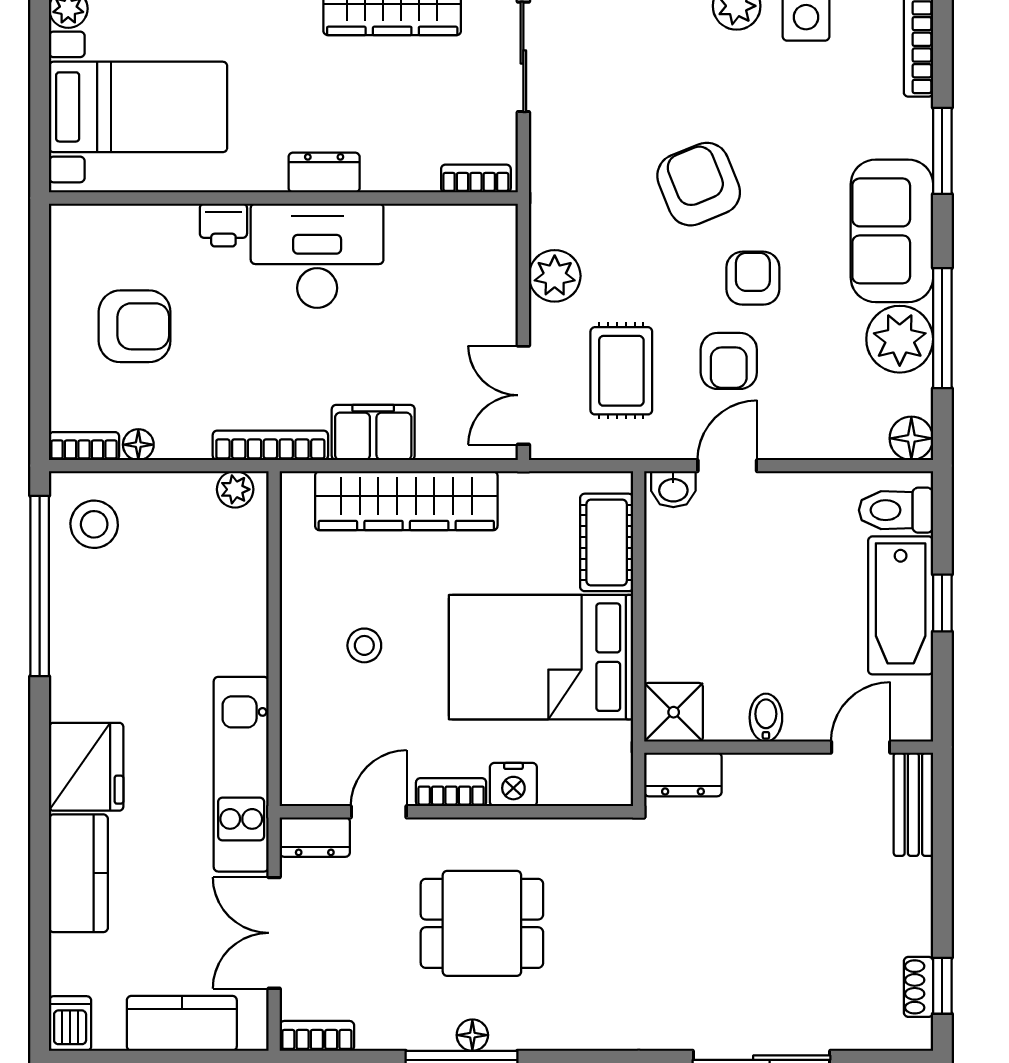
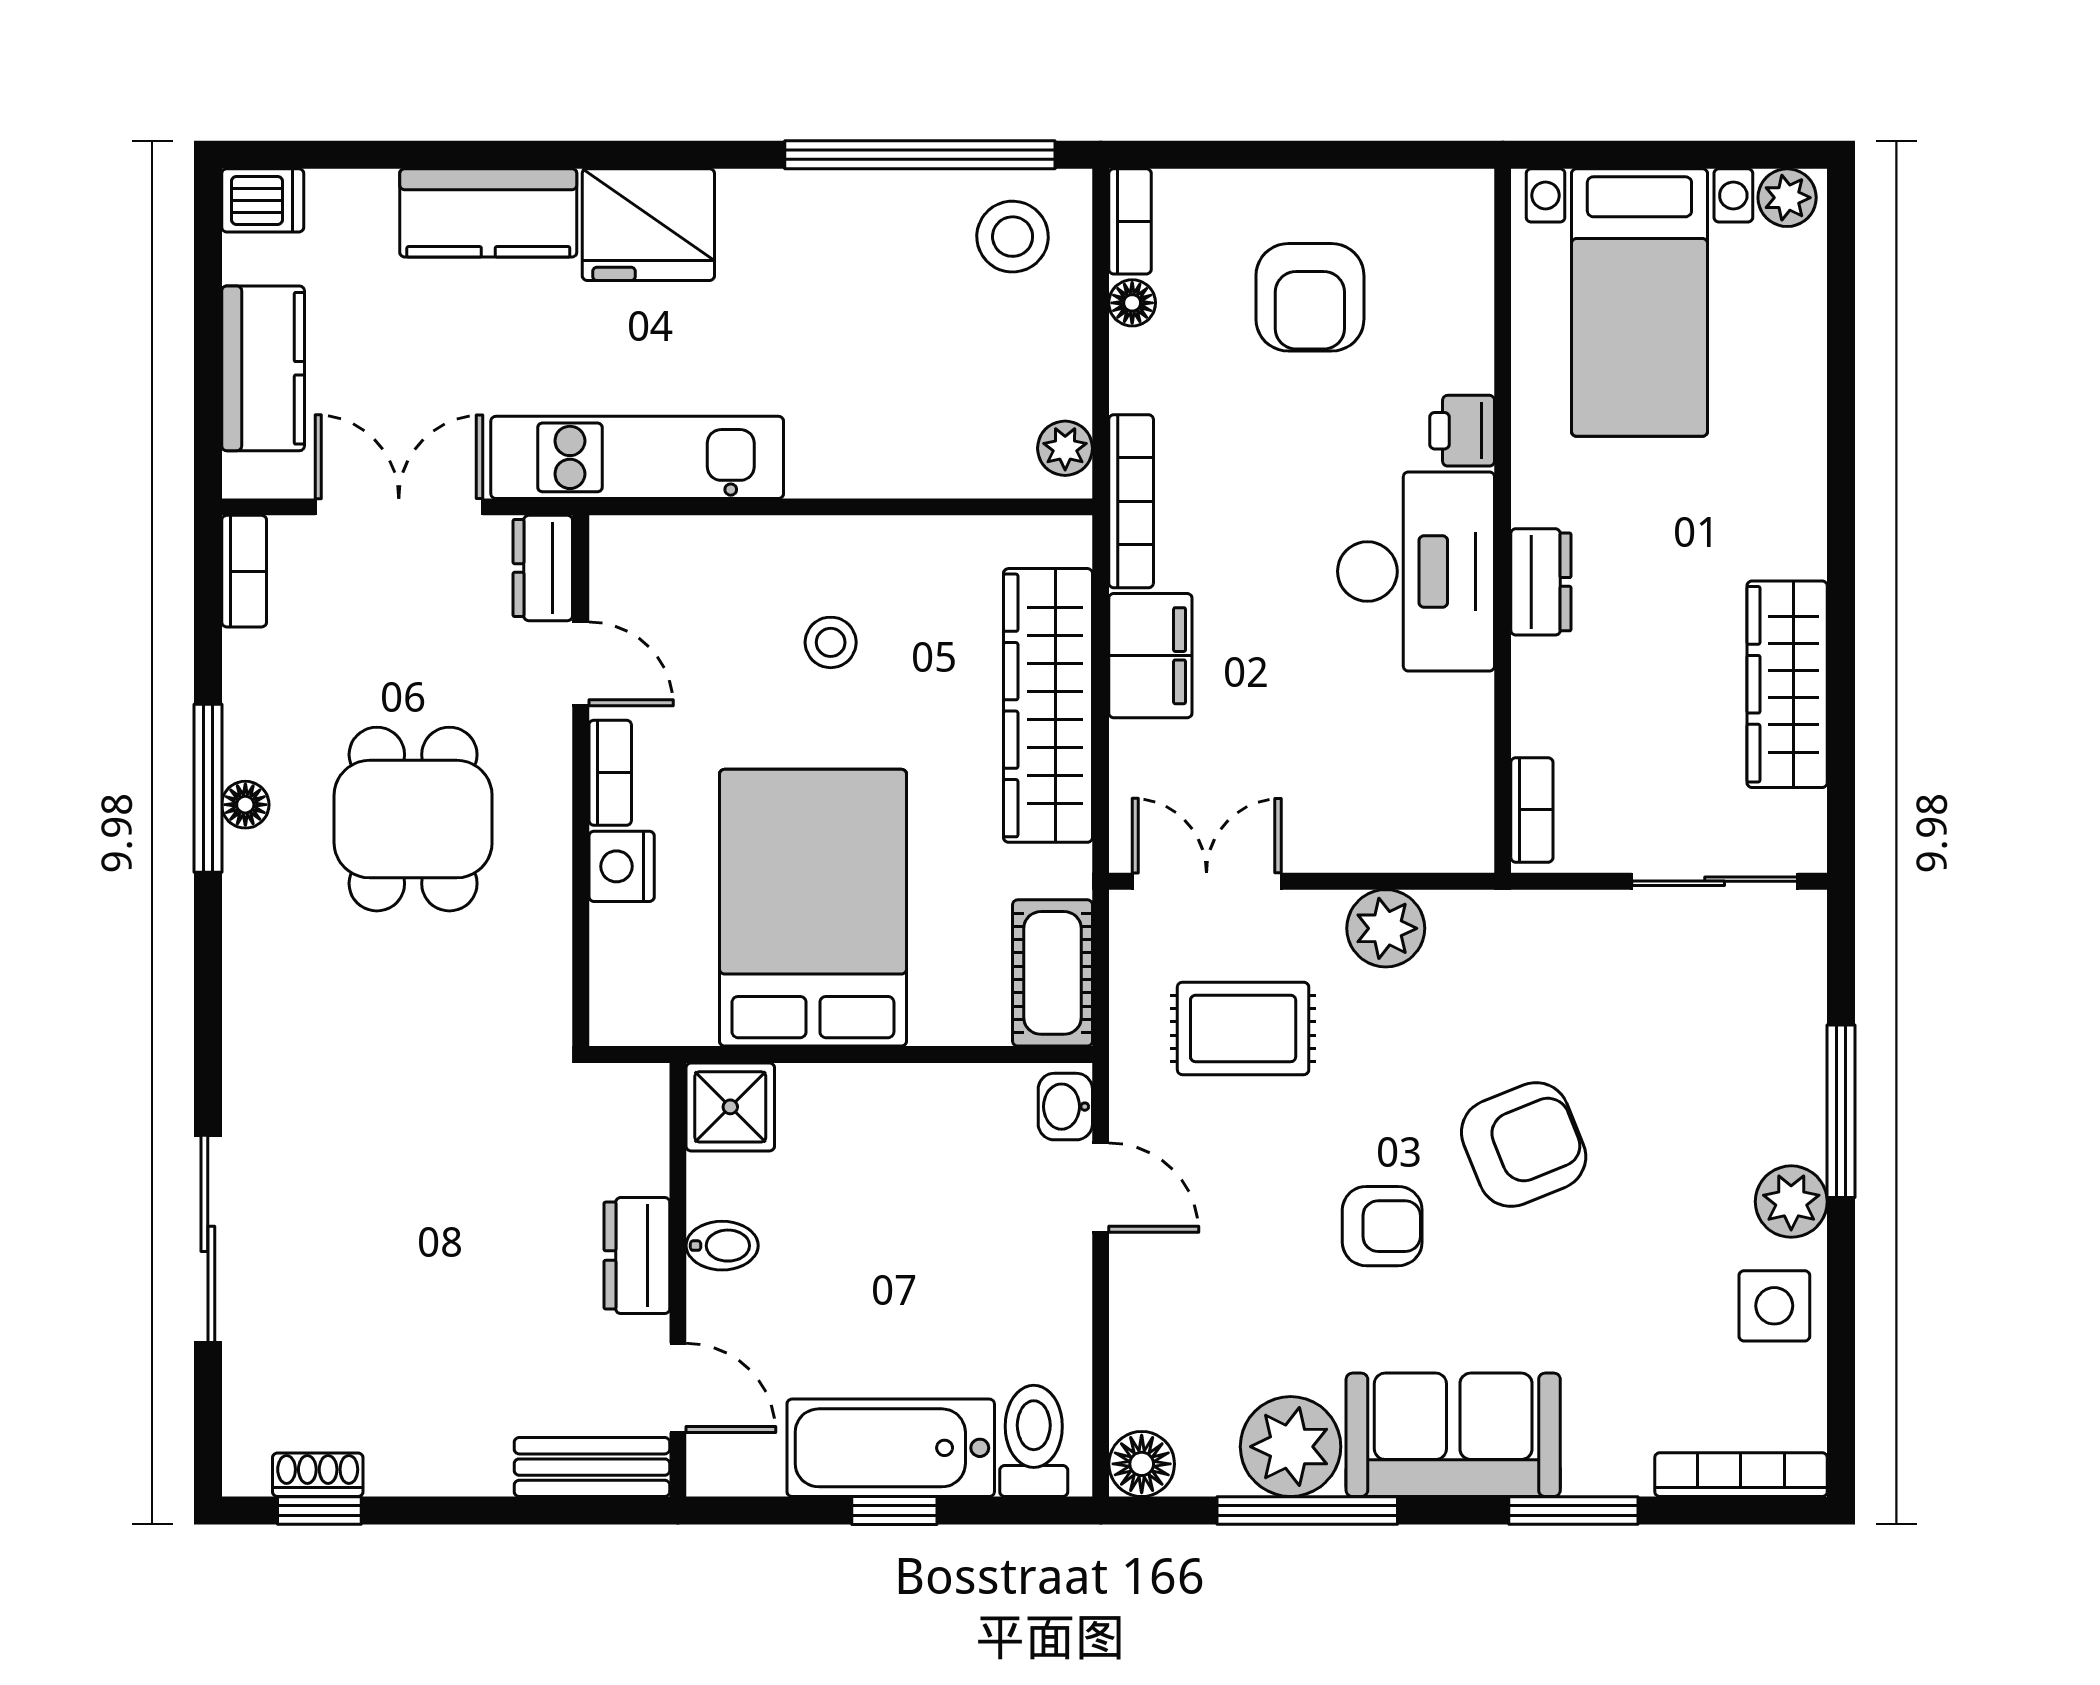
armchair: (729, 361) -> (1258, 1190), removed
cot: (607, 542) -> (1053, 973), moved, turned 90
dresser: (683, 774) -> (637, 1256), moved

